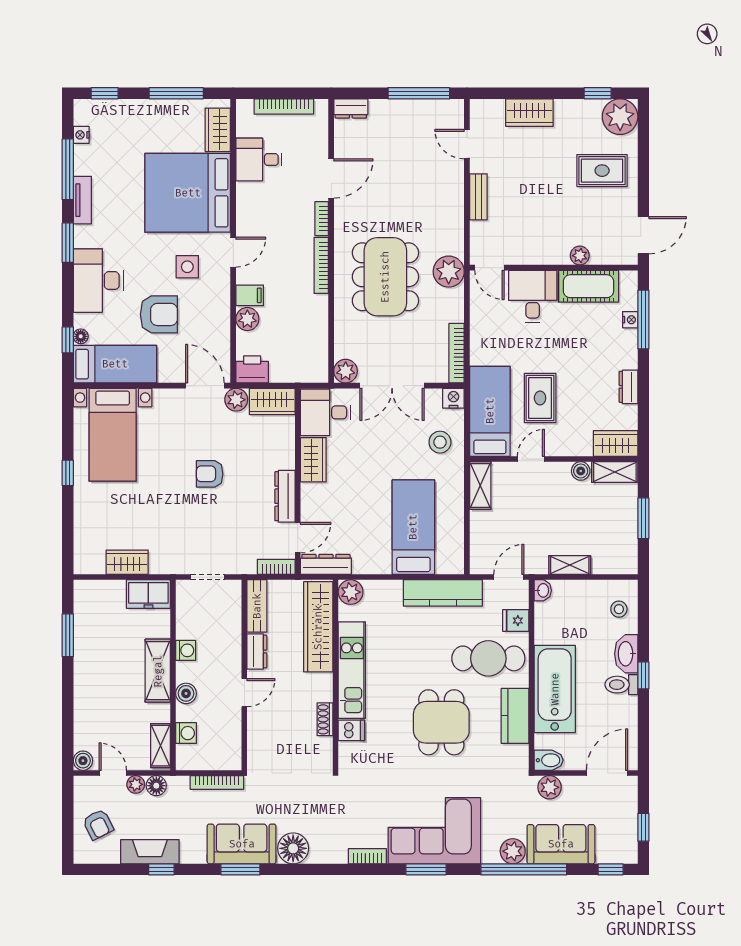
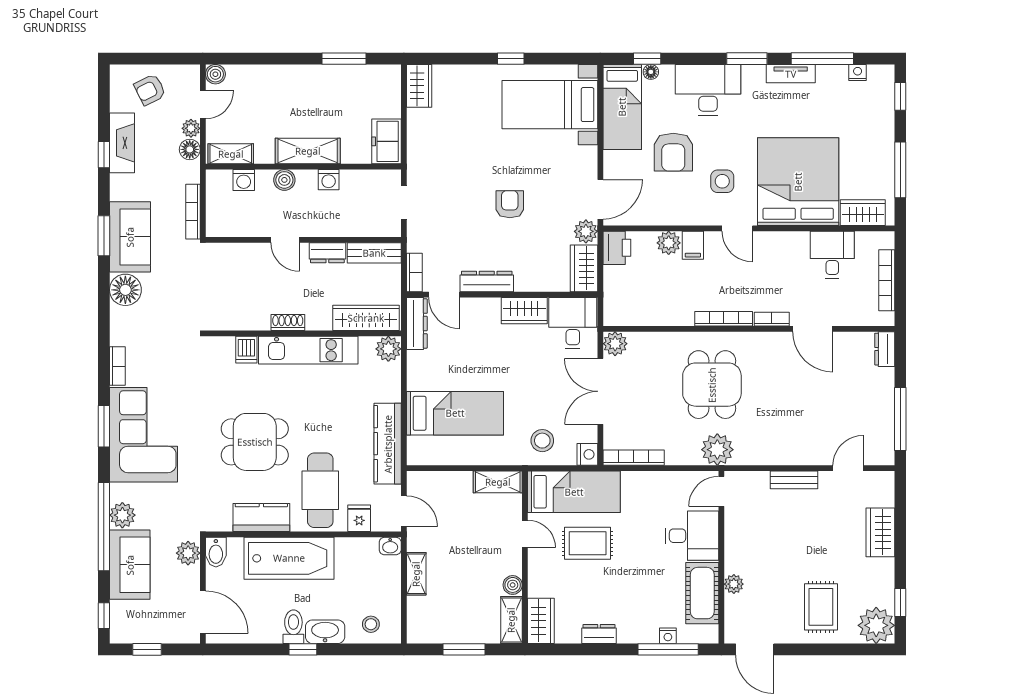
dining table: (385, 277) -> (712, 385), width x0.73
wardrobe: (127, 562) -> (419, 86), moved
wardrobe: (318, 627) -> (366, 318), width x0.71, depth x0.85
shoe rack: (325, 719) -> (288, 323), moved

